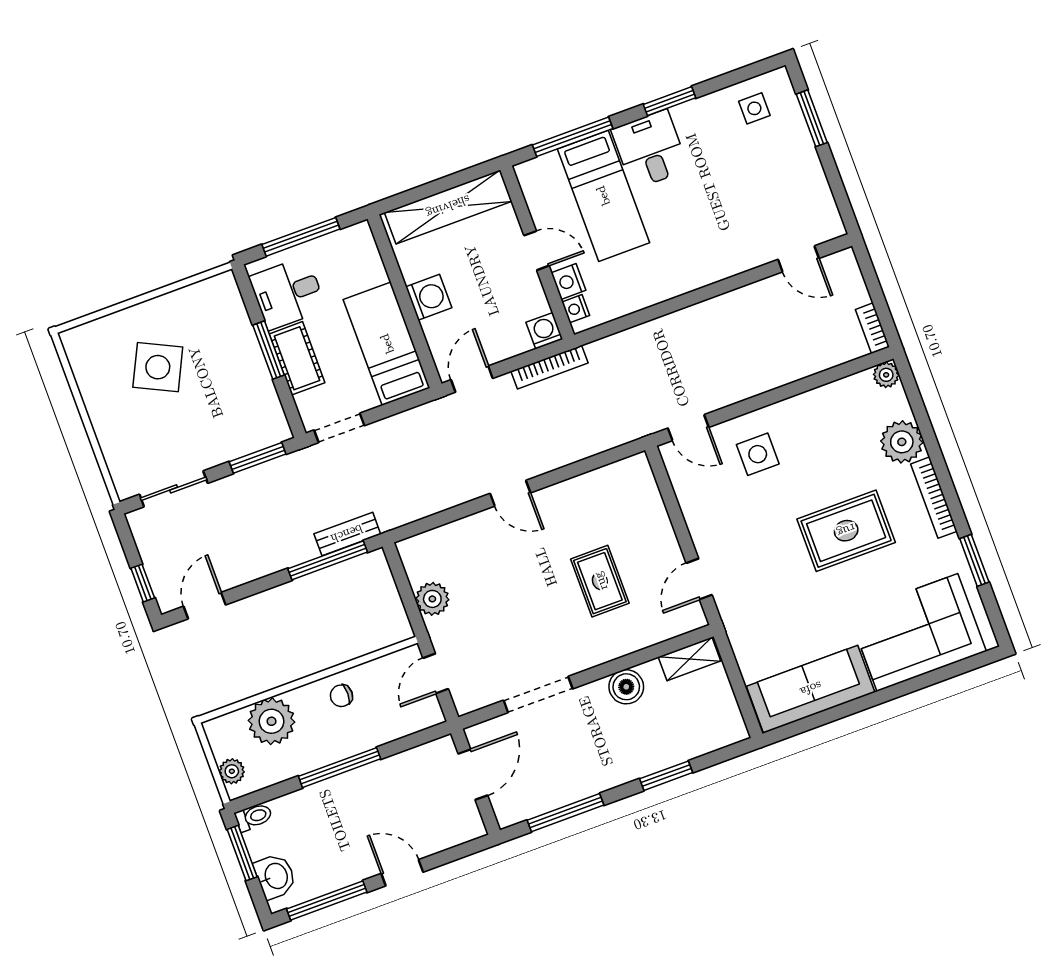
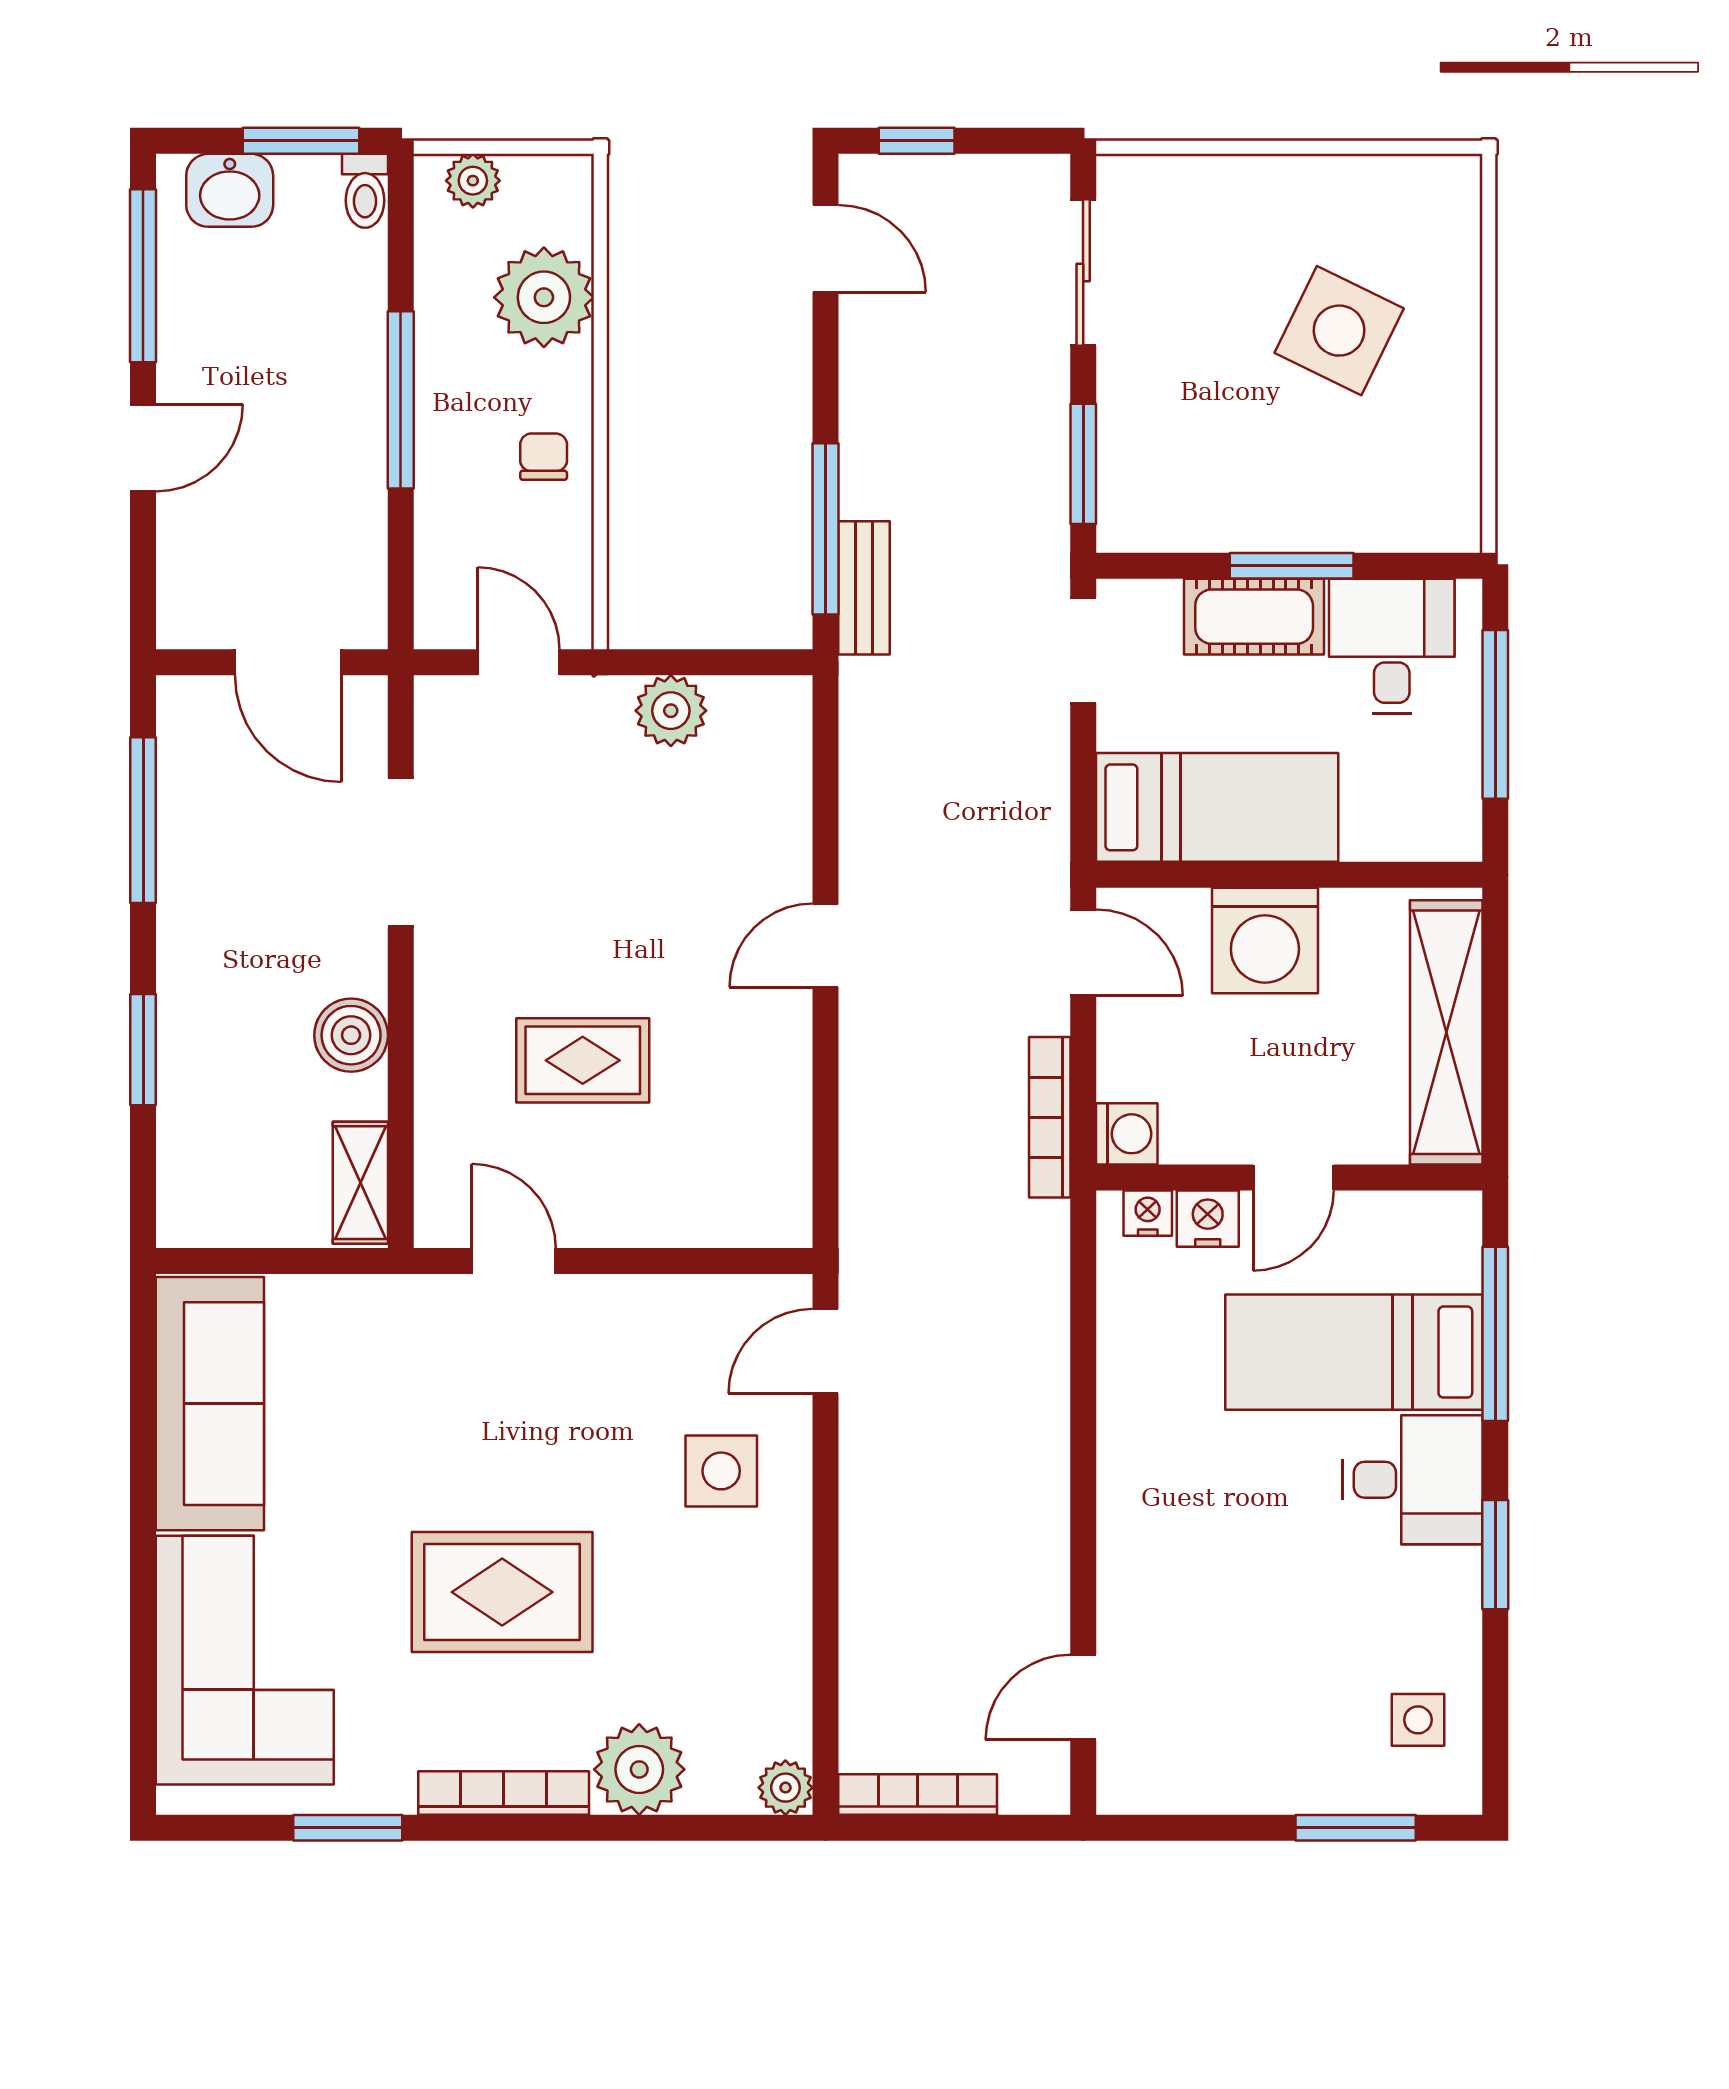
washing machine: (429, 297) -> (1265, 941), width x1.37, depth x1.37
bookcase: (872, 328) -> (918, 1795), width x1.56
rug: (846, 531) -> (502, 1592), turned 90

